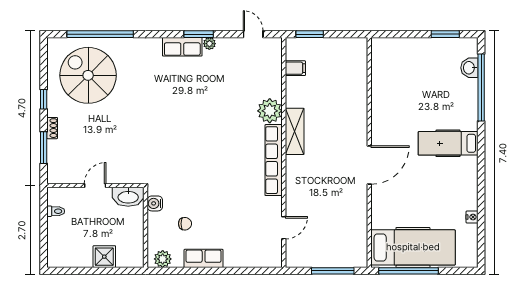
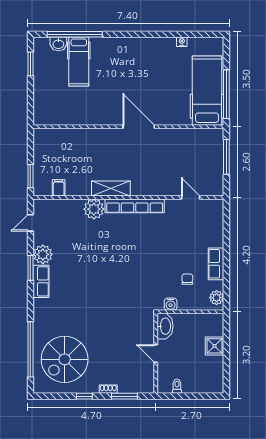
plant: (209, 44) -> (43, 254), width x1.87, depth x1.87
hospital bed: (448, 143) -> (79, 62), moved

